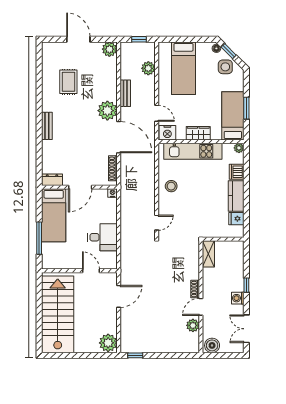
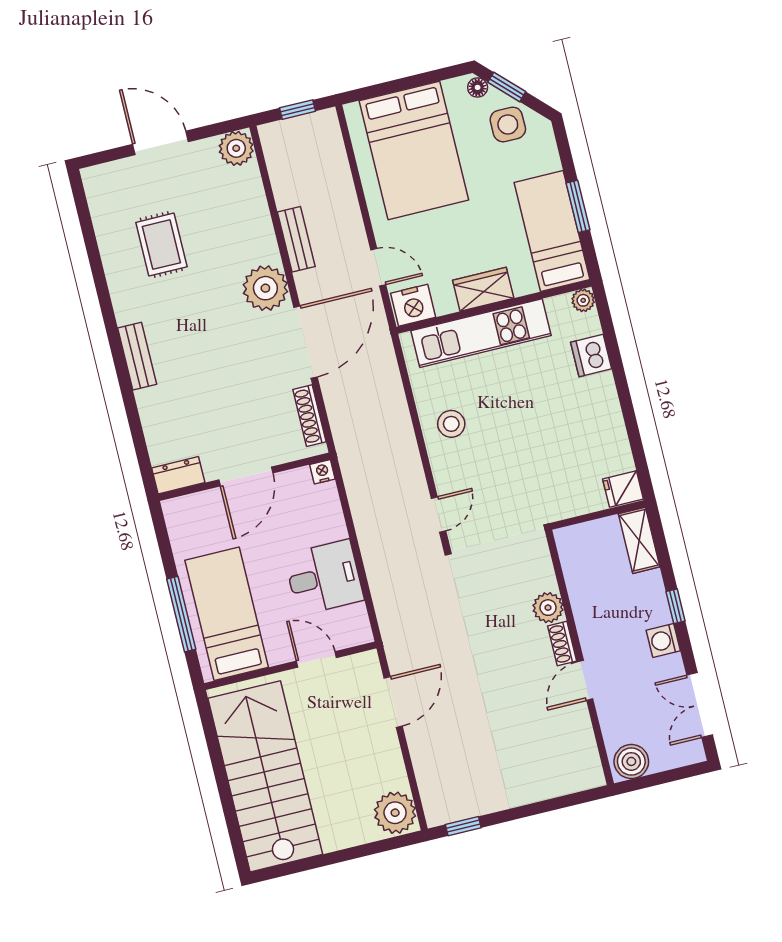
plant: (148, 68) -> (334, 170), removed
bed: (183, 68) -> (414, 150), width x1.50
door: (119, 137) -> (305, 342), hinge flipped
kitchen counter: (236, 196) -> (603, 410), removed
bed: (54, 215) -> (227, 614), moved, turned 180
fridge: (236, 219) -> (623, 489), moved
shelving: (208, 254) -> (639, 540), moved
plant: (193, 325) -> (548, 608), moved

